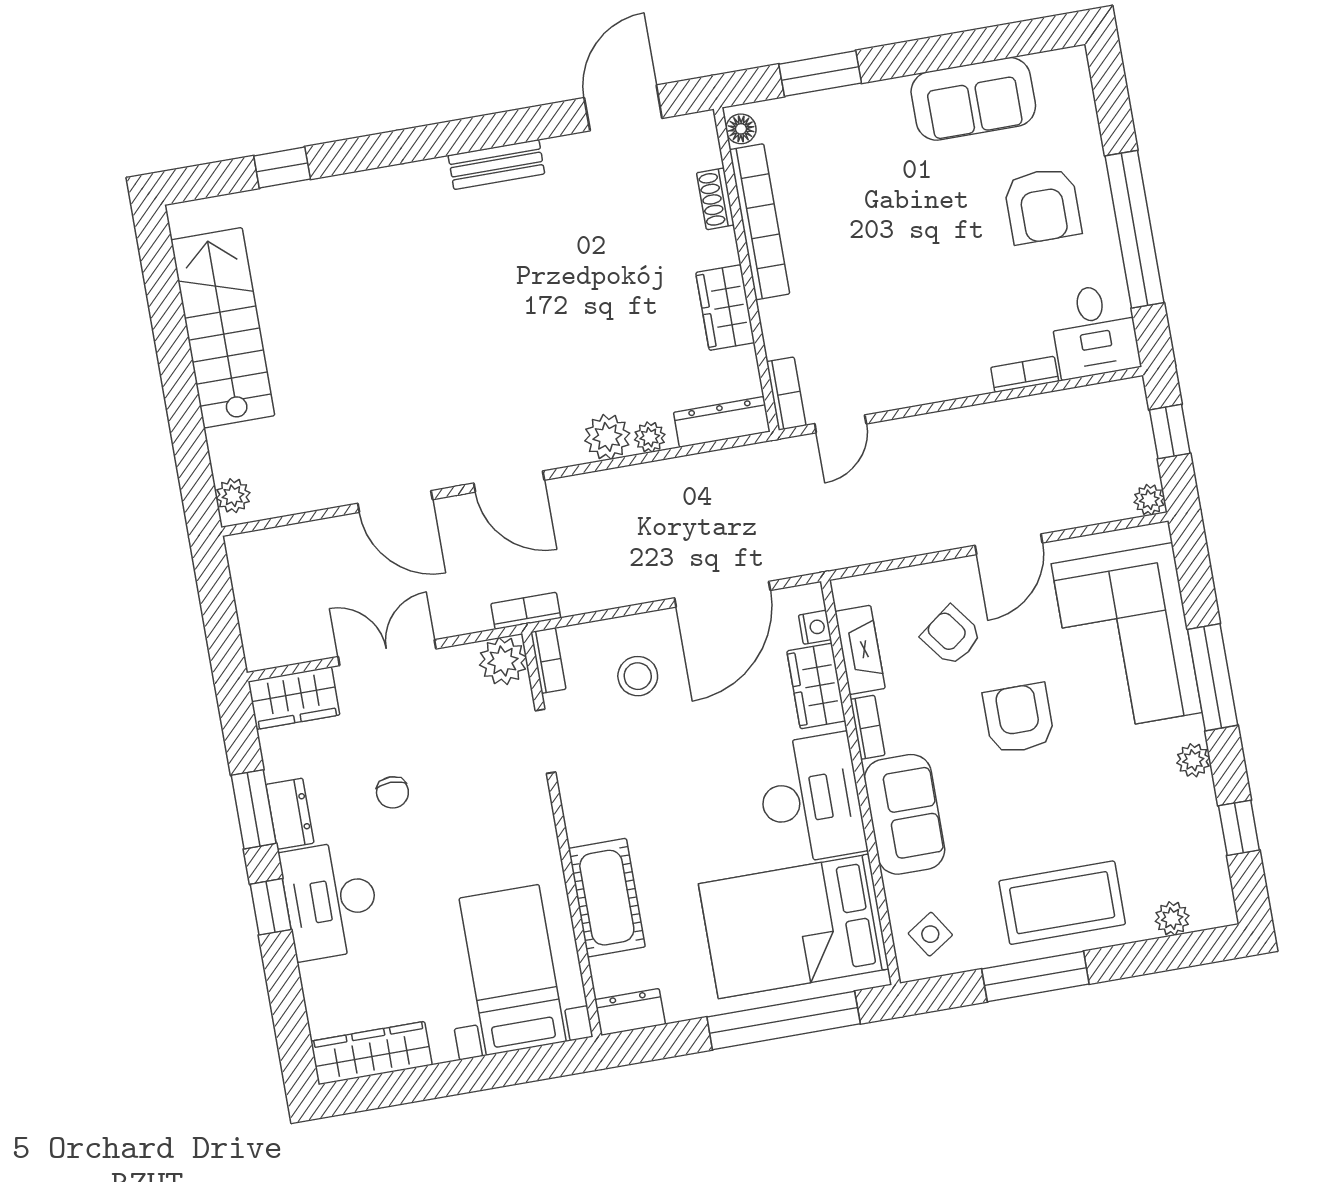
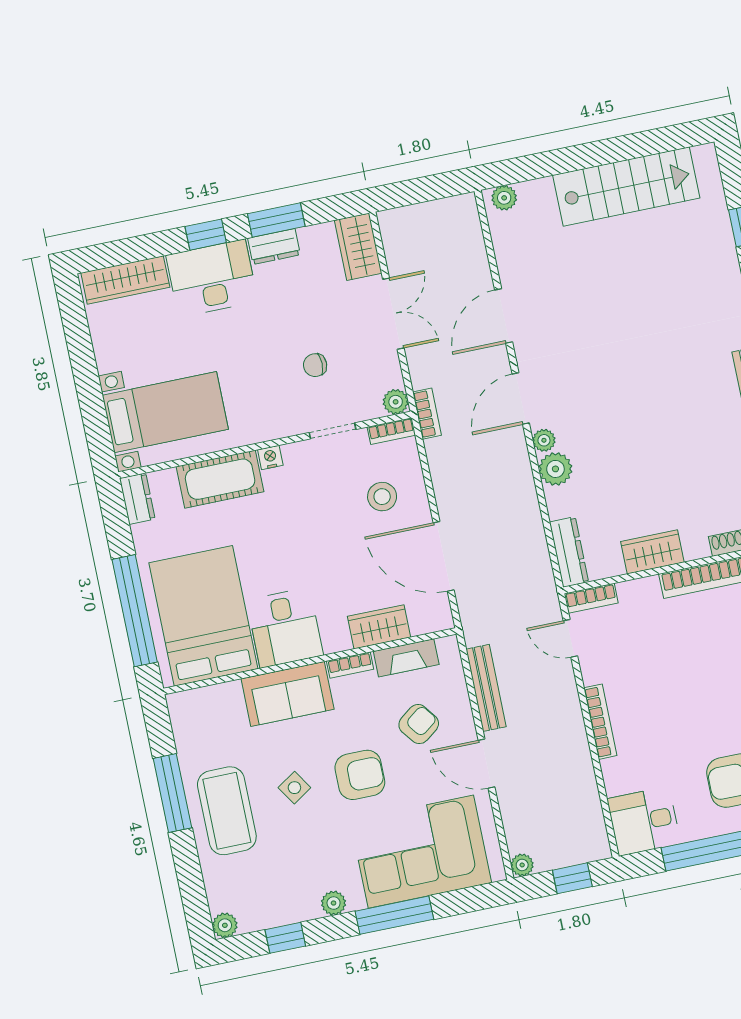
bookcase: (1025, 374) -> (600, 722), moved, width x1.56
plant: (650, 437) -> (544, 440), moved
bench: (905, 542) -> (486, 688), added
nightstand: (815, 627) -> (270, 457), moved, turned 180
plant: (503, 661) -> (396, 402), width x0.73, depth x0.73
chair: (392, 792) -> (315, 365), moved
desk: (811, 799) -> (285, 628), width x0.73
plant: (1172, 918) -> (225, 925), moved
side table: (930, 934) -> (294, 788), moved
wardrobe: (371, 1053) -> (125, 280), moved, turned 90

